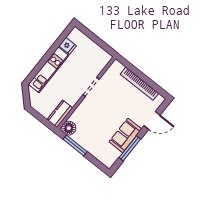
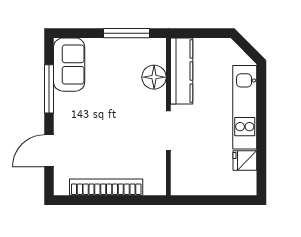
kitchen counter: (60, 114) -> (182, 71), width x1.50
floor lamp: (69, 128) -> (154, 77), moved
sofa: (125, 135) -> (69, 65), moved

